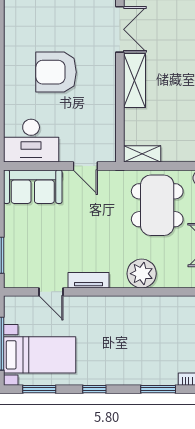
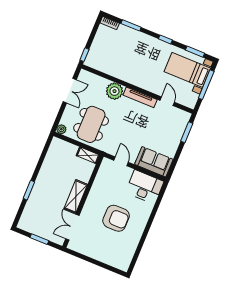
tv unit: (88, 280) -> (140, 97), width x1.41

